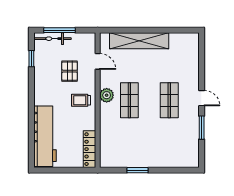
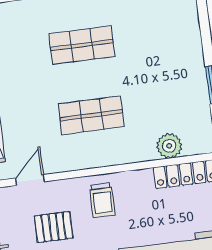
plant: (107, 95) -> (169, 146), moved

